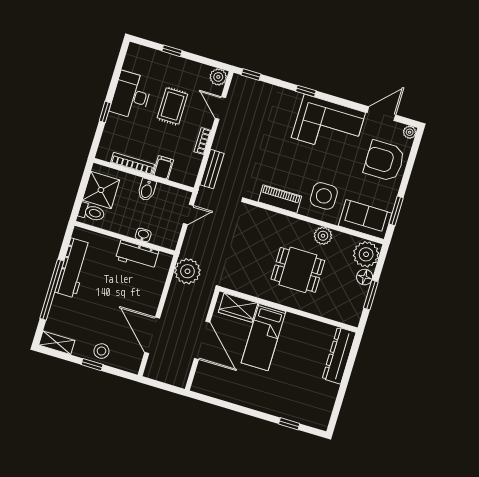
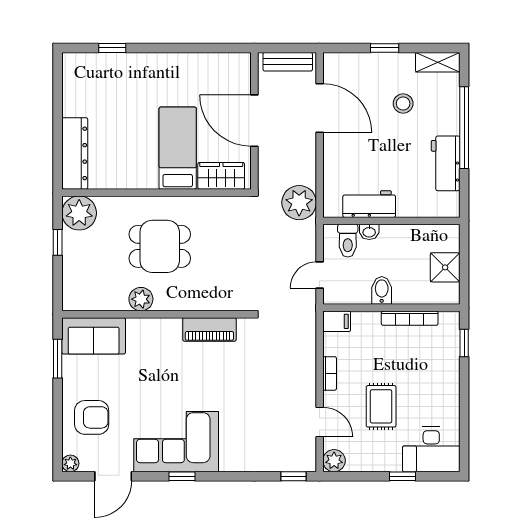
window: (306, 91) -> (182, 476), moved
desk: (131, 95) -> (431, 449), moved, turned 90
window: (105, 112) -> (464, 343), moved
armchair: (384, 161) -> (92, 417), width x0.73, depth x0.73
filing cabinet: (163, 168) -> (337, 321), moved, turned -90
bench: (212, 169) -> (288, 62), moved, turned 90
shower: (101, 190) -> (445, 267), width x0.73, depth x0.73
side table: (324, 196) -> (155, 350), removed
toilet: (92, 212) -> (348, 241), moved, turned -90
plant: (366, 254) -> (79, 213), moved
workbench: (73, 268) -> (446, 163), width x0.73
floor lamp: (365, 277) -> (72, 263), removed
window: (371, 295) -> (58, 242), width x0.67
stool: (101, 351) -> (403, 104), moved

